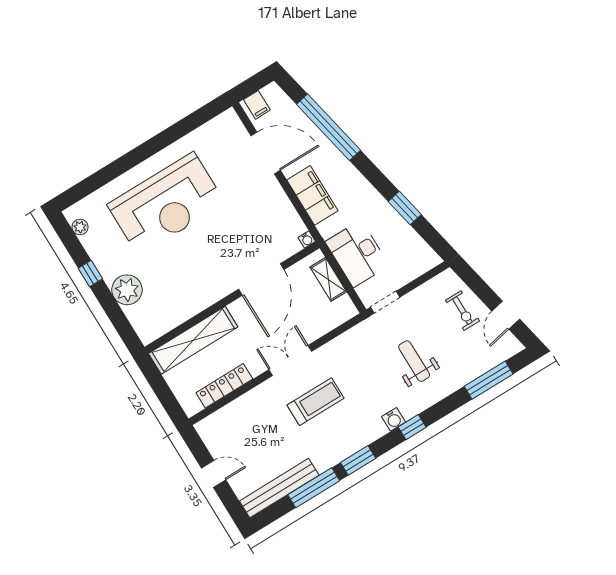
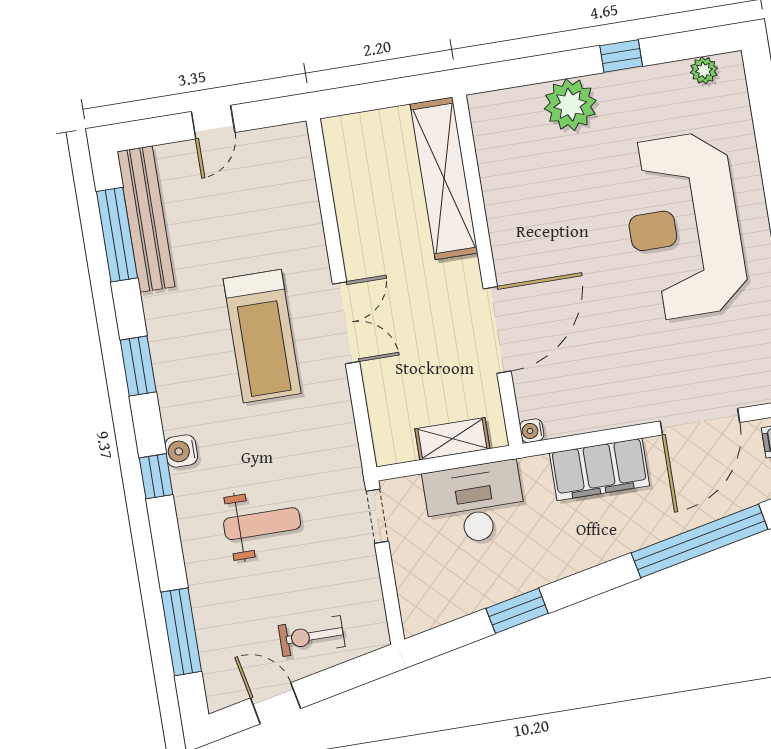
door: (261, 279) -> (497, 330), swing flipped
locker: (224, 386) -> (349, 199), removed
treadmill: (316, 402) -> (262, 336), width x1.37, depth x1.38
window: (314, 488) -> (117, 235), moved

